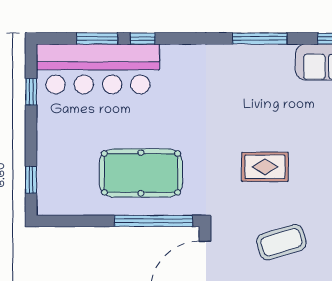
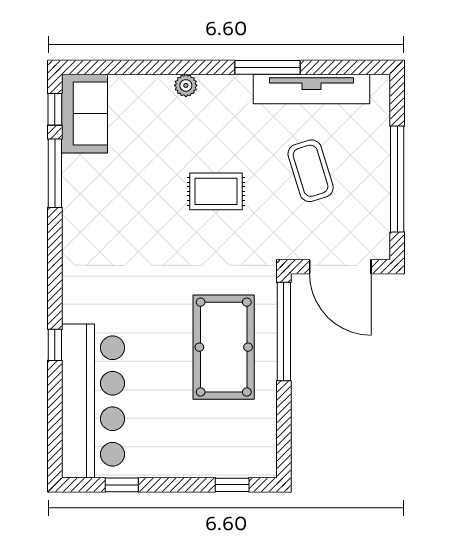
window: (97, 38) -> (55, 402), removed
window: (260, 38) -> (55, 173), moved
rug: (265, 167) -> (216, 191), turned 90

